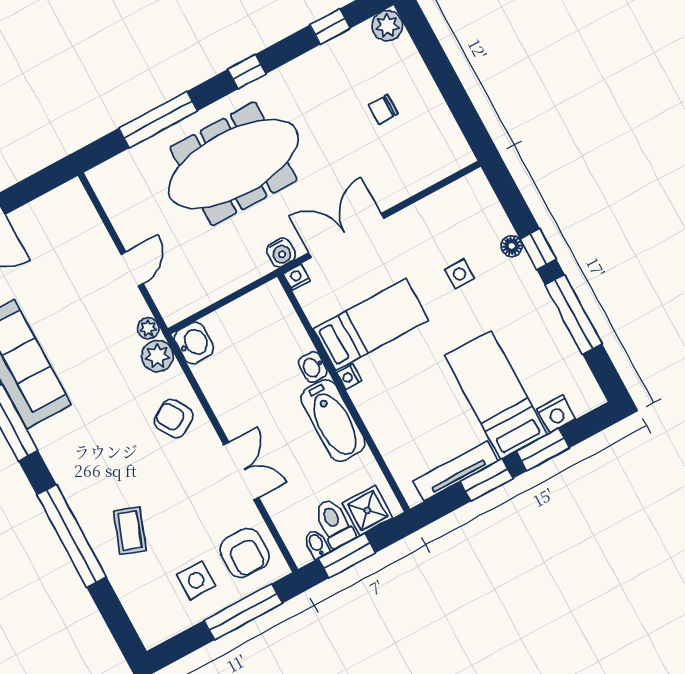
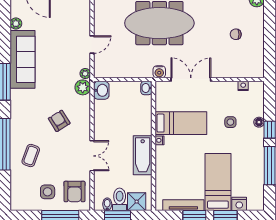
nightstand: (297, 277) -> (243, 86), moved
washbasin: (313, 367) -> (146, 88), moved
armchair: (174, 419) -> (59, 121), moved

